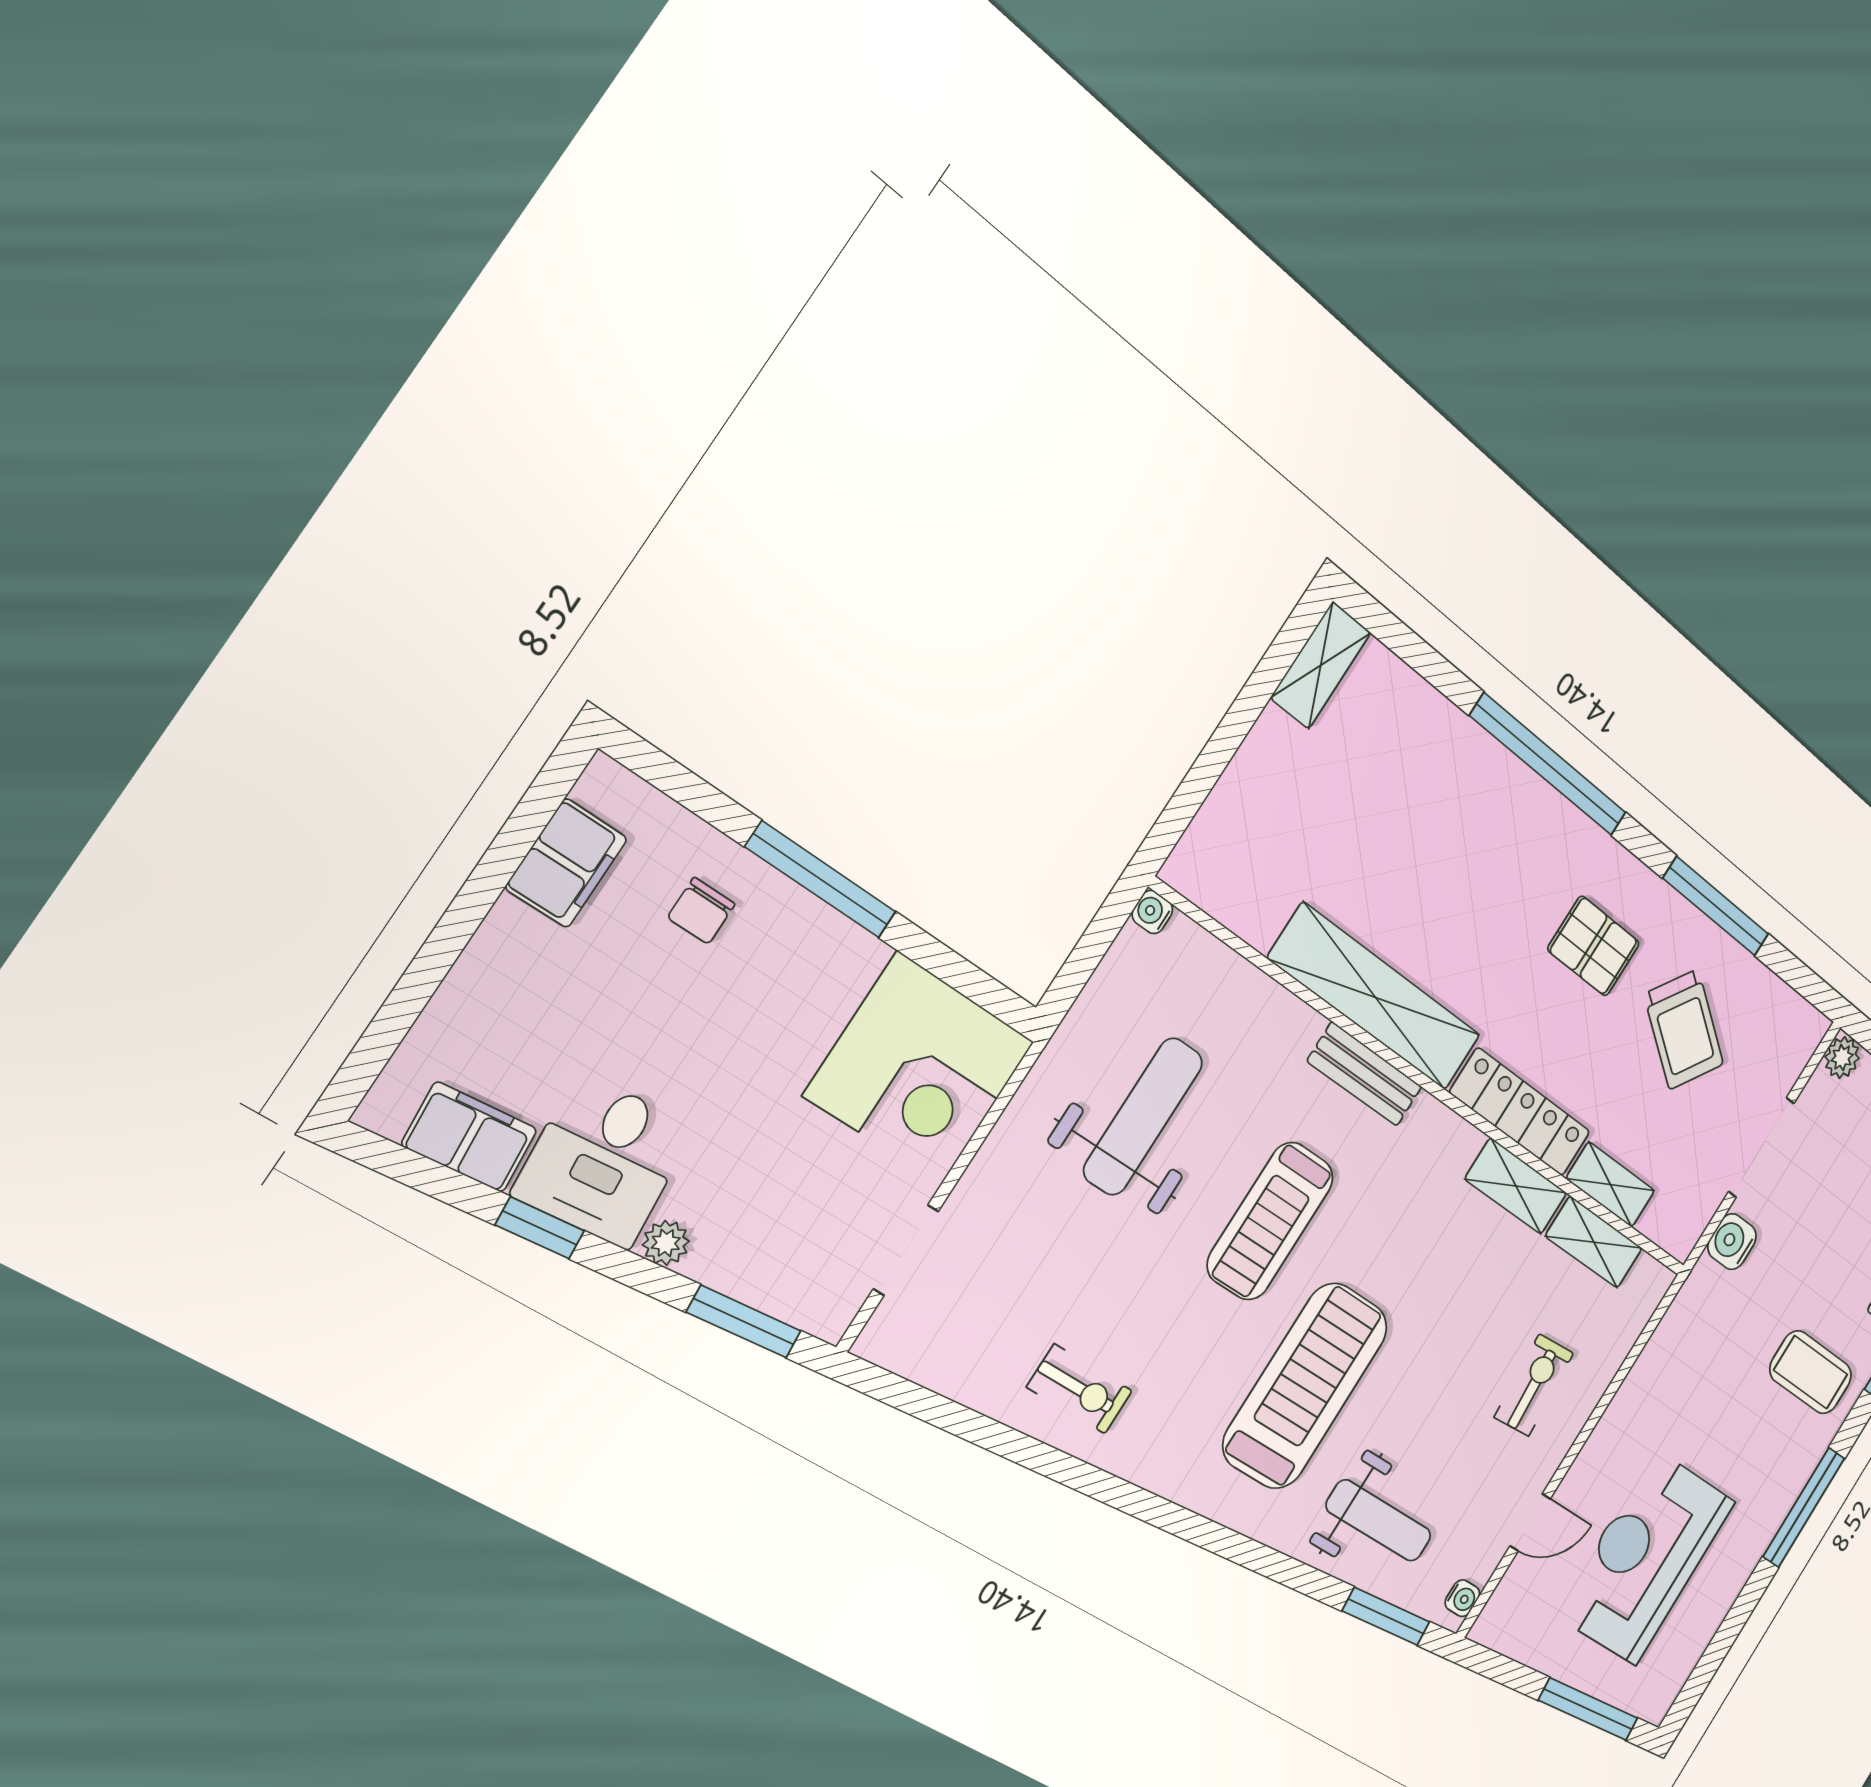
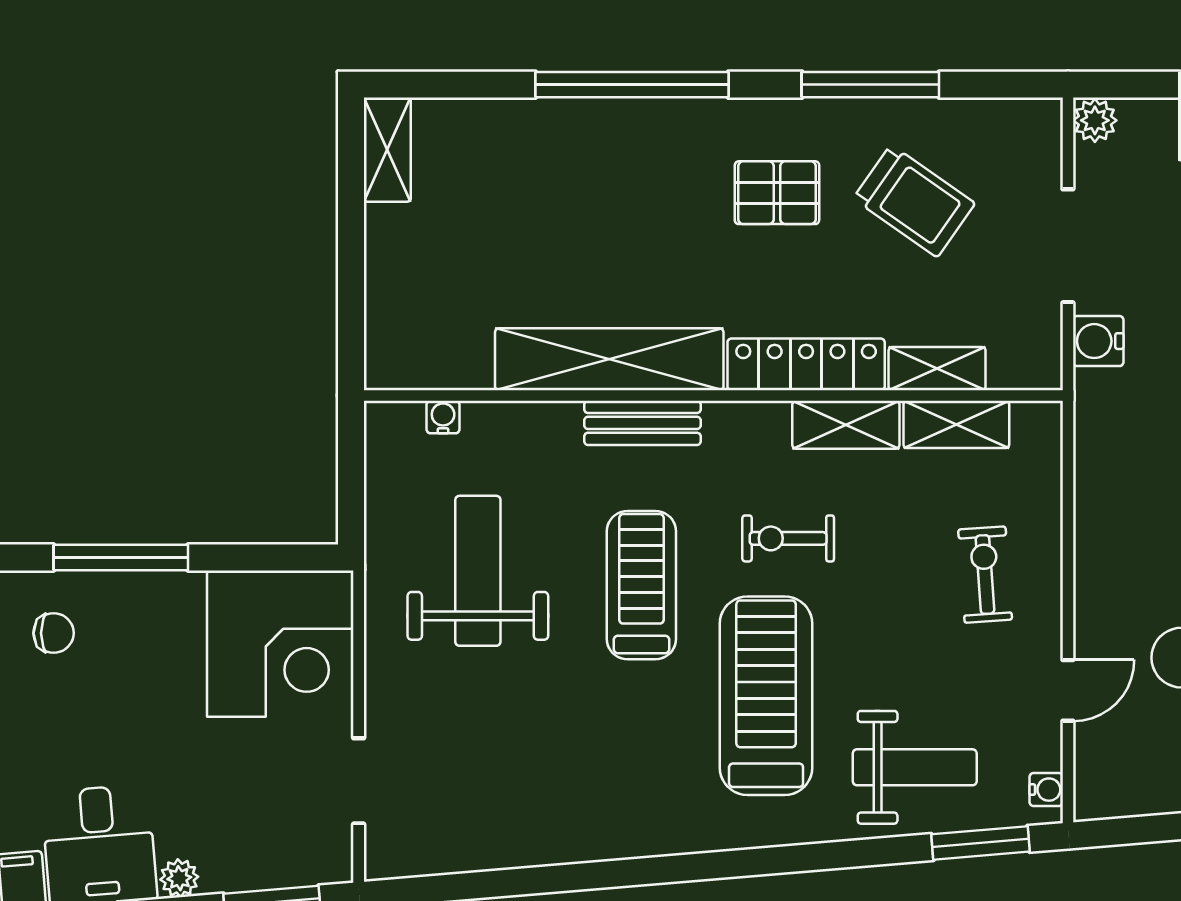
chair: (701, 911) -> (54, 633), turned -90
water cooler: (1152, 912) -> (443, 417), moved, turned 90
treadmill: (1270, 1221) -> (641, 585), turned 180
exercise bike: (1080, 1389) -> (788, 538), moved, turned 180

